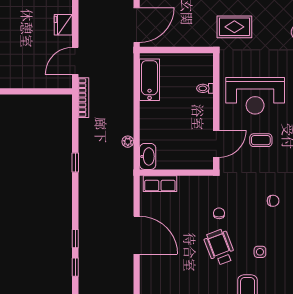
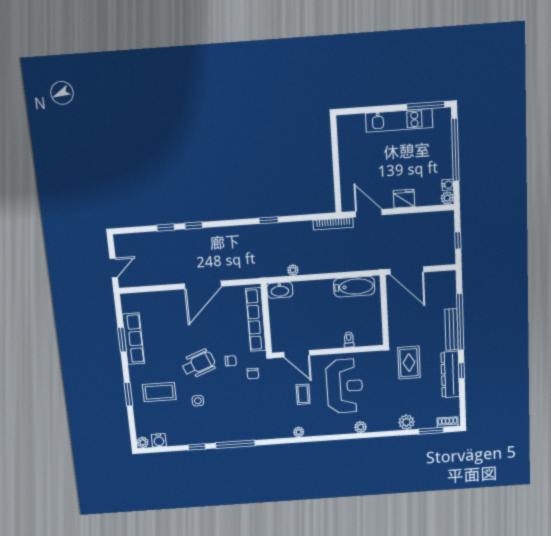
reception desk: (255, 96) -> (345, 386), turned 180
row of seats: (160, 184) -> (256, 320), width x2.02
chair: (273, 201) -> (253, 374), moved

